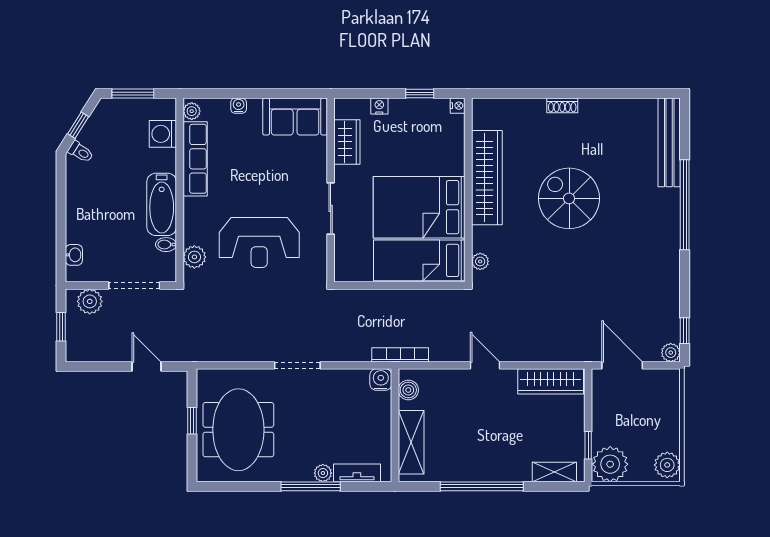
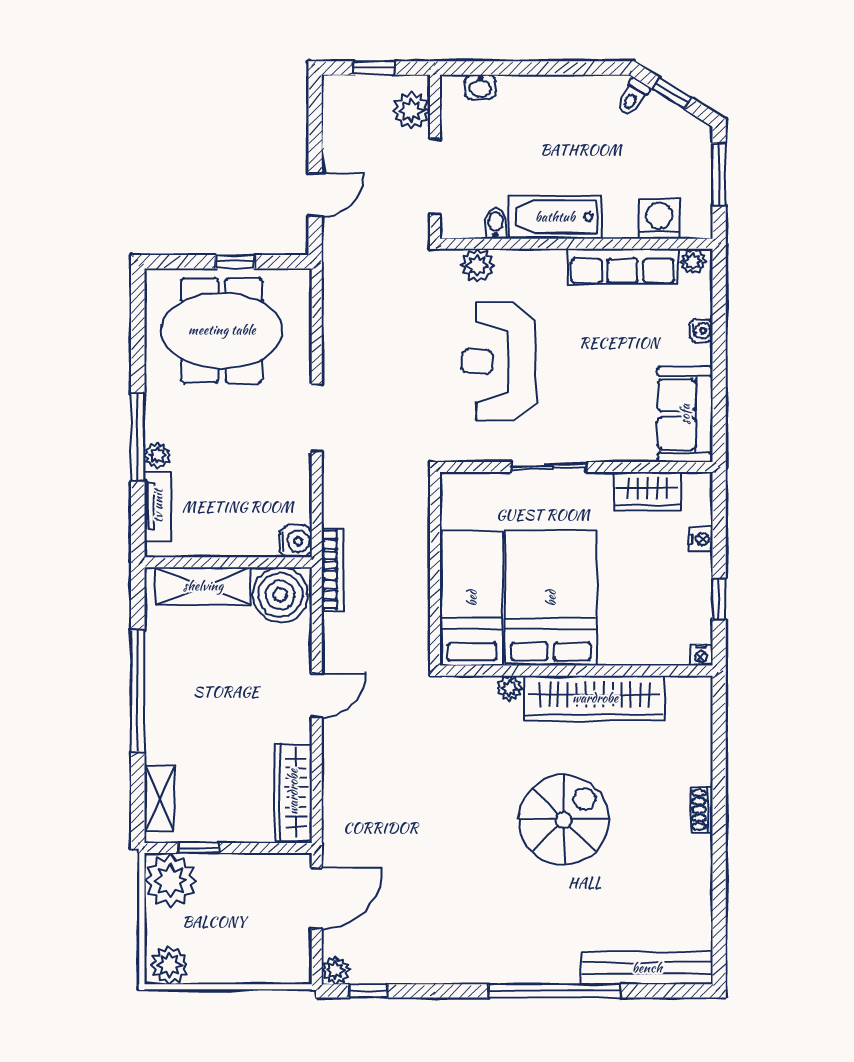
plant: (480, 261) -> (509, 688), moved
boiler: (408, 390) -> (280, 595), width x1.86, depth x1.86

